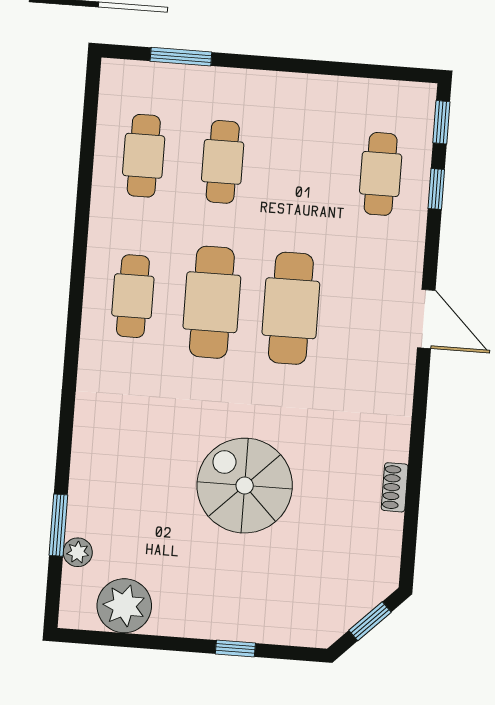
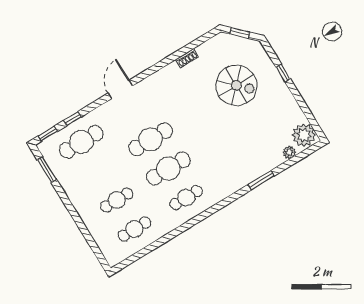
window: (181, 57) -> (47, 169), moved
cafe table: (381, 174) -> (81, 142), width x1.37, depth x1.35
spiral stairs: (245, 486) -> (236, 85), moved, turned -90
window: (58, 525) -> (261, 180), moved
plant: (124, 606) -> (304, 135), moved

